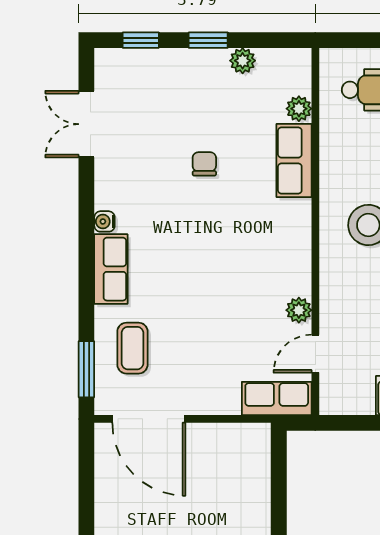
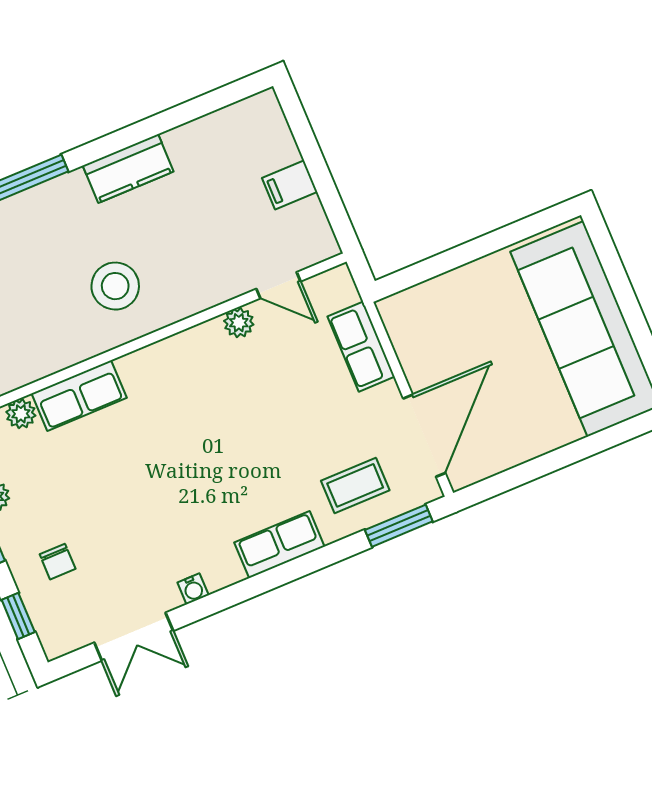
chair: (204, 164) -> (58, 562), moved, turned -90
water cooler: (104, 221) -> (193, 589), moved
row of seats: (277, 398) -> (361, 347), moved

